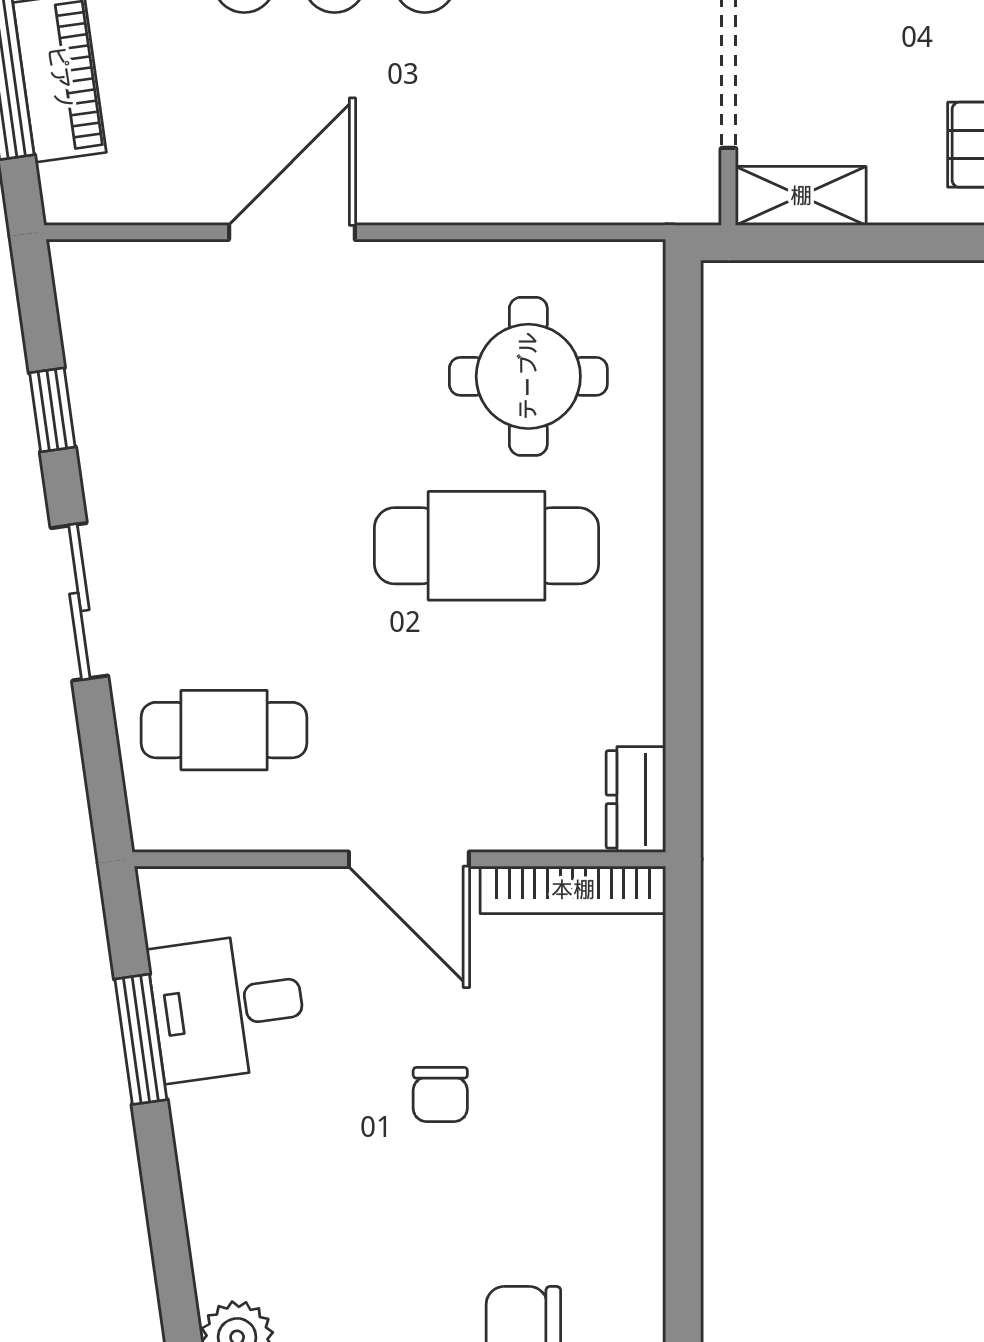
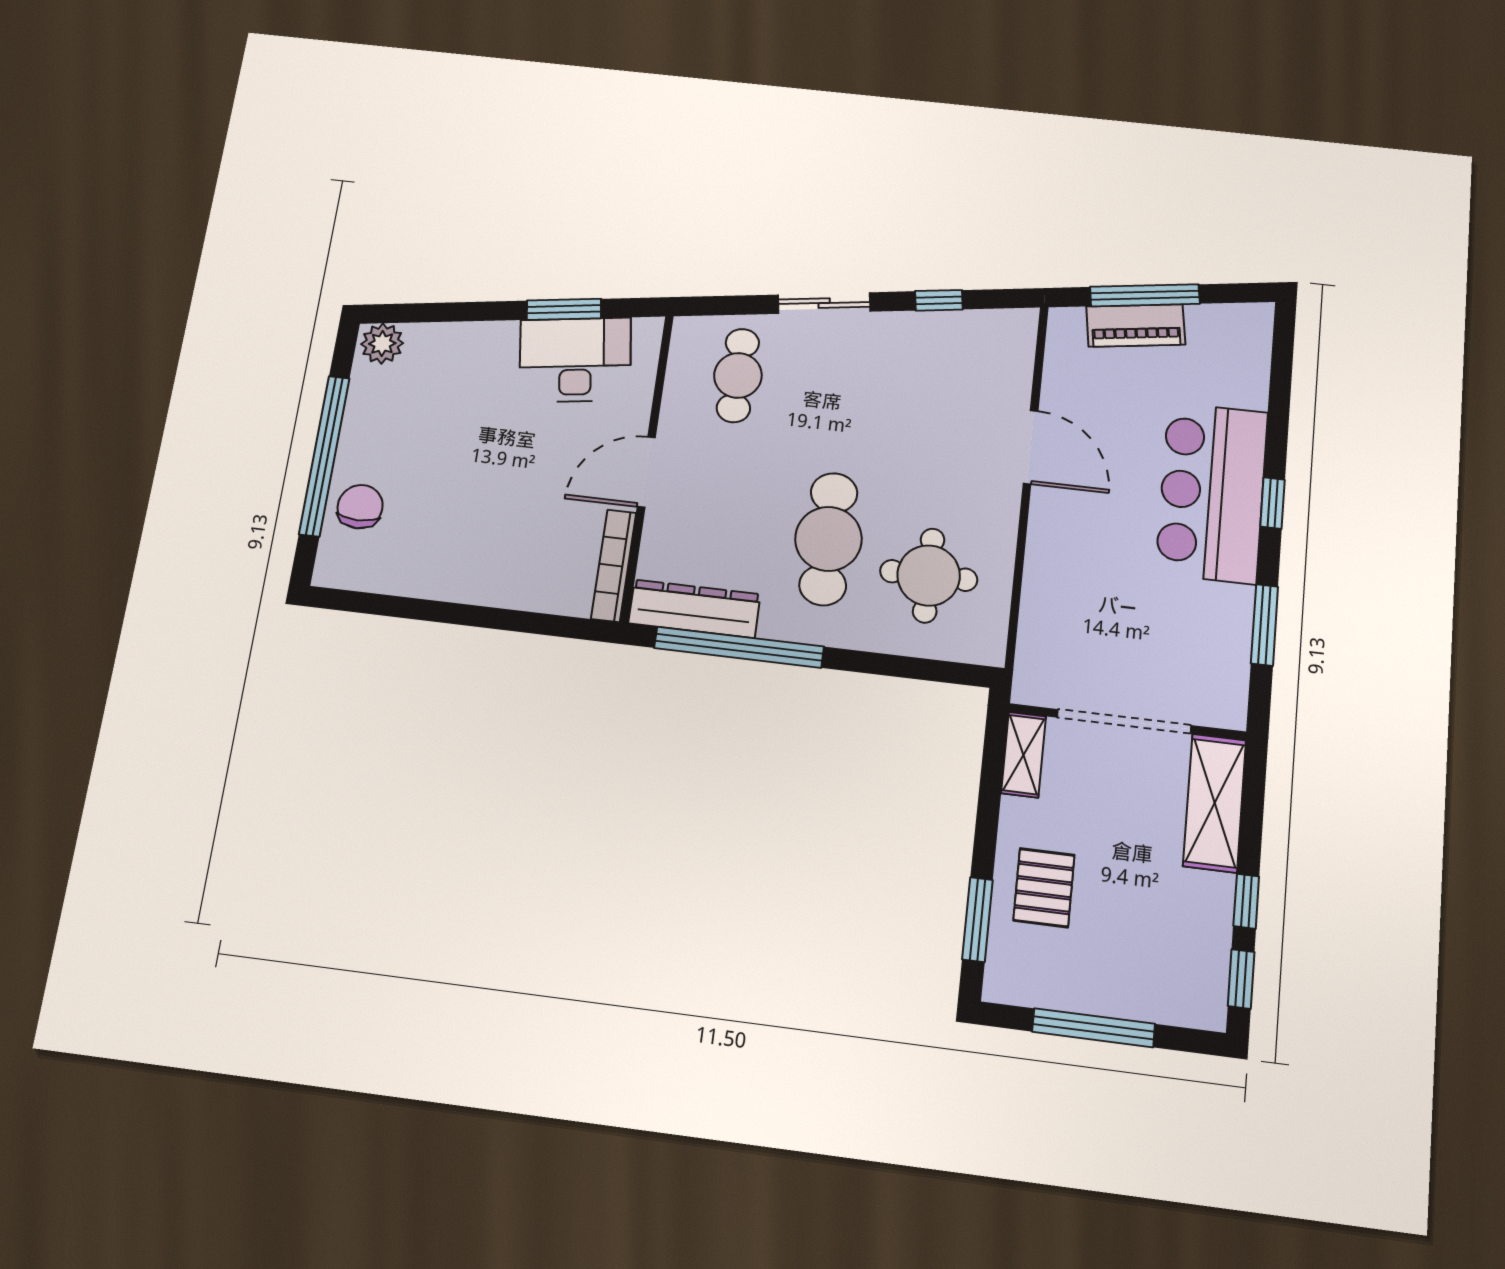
window: (683, 668) -> (739, 647), added
dresser: (636, 799) -> (694, 609), width x1.96, depth x1.24
desk: (228, 1007) -> (575, 360), width x1.37
chair: (440, 1094) -> (504, 474), removed

